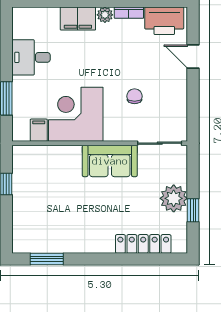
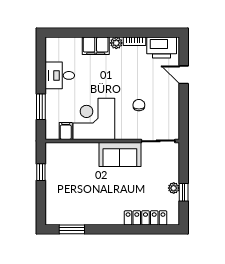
plant: (174, 198) -> (174, 188), width x0.53, depth x0.53

